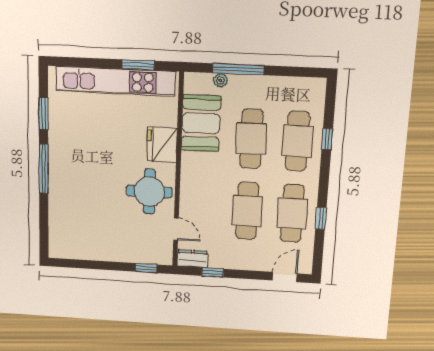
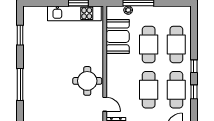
kitchen unit: (115, 81) -> (74, 13), width x0.73
window: (327, 139) -> (194, 66), moved
fridge: (162, 145) -> (94, 51), removed
window: (44, 169) -> (20, 84), moved

